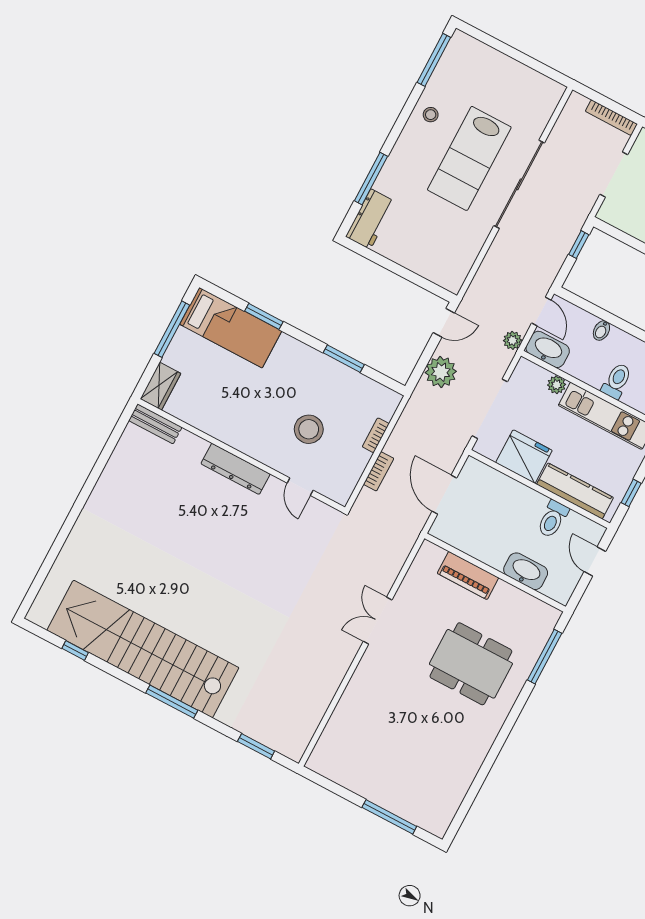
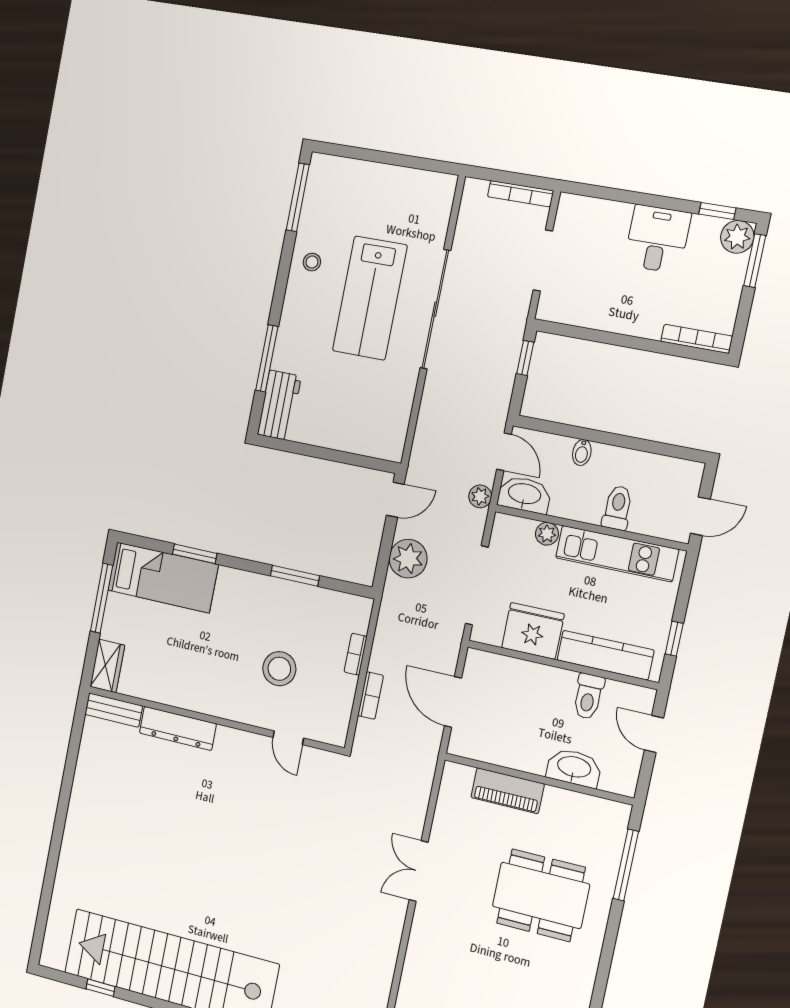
dresser: (235, 469) -> (178, 728), moved

